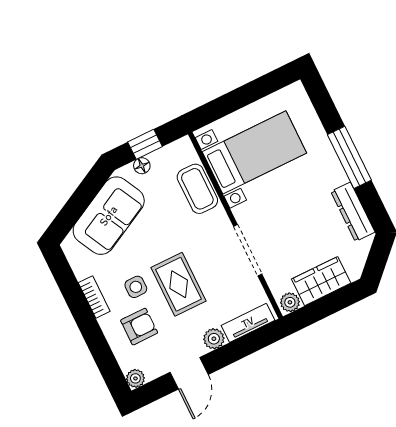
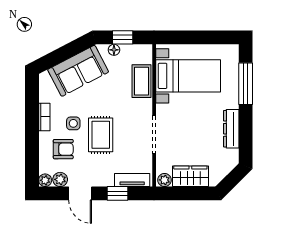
window: (349, 157) -> (246, 84), moved
dresser: (353, 212) -> (231, 129), moved
plant: (214, 339) -> (60, 179), moved
window: (238, 350) -> (117, 193), added
door: (189, 373) -> (80, 193), hinge flipped

